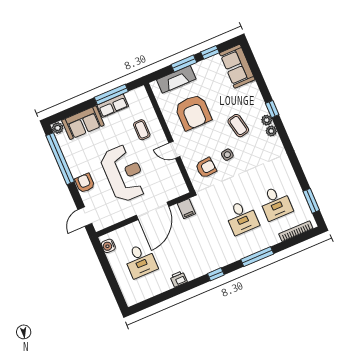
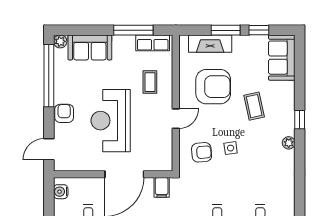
row of seats: (113, 106) -> (153, 43), moved
armchair: (193, 112) -> (213, 87), turned -90
plant: (267, 120) -> (289, 129), removed
coffee table: (238, 126) -> (254, 106), moved
door: (174, 150) -> (176, 119), swing flipped
reception desk: (124, 173) -> (111, 121), turned 180

